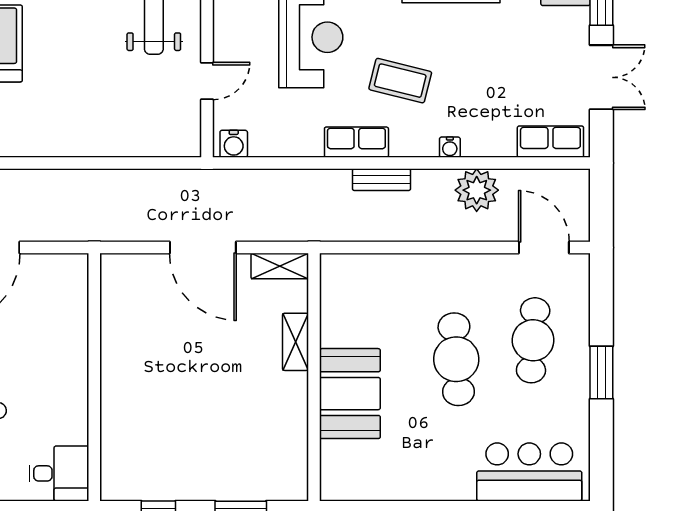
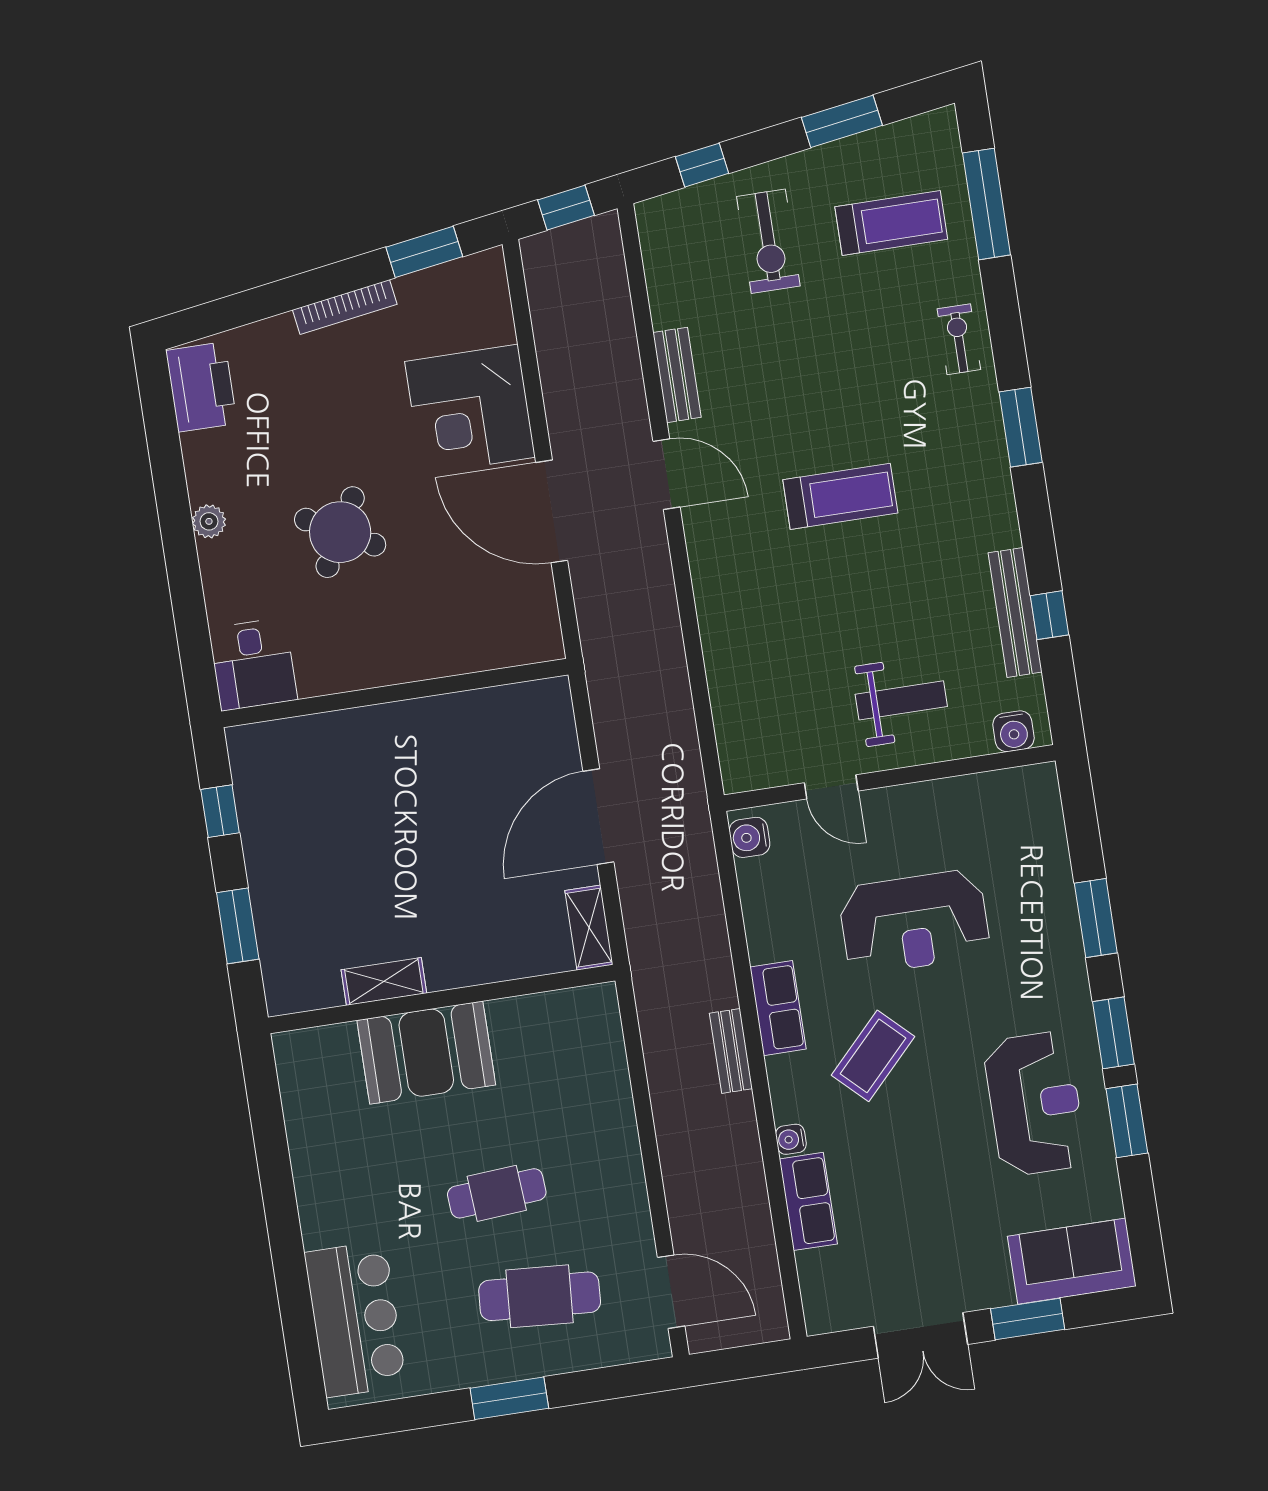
coffee table: (400, 81) -> (873, 1056), turned 30
row of seats: (550, 142) -> (808, 1201), moved
plant: (477, 190) -> (737, 1186), removed
door: (544, 248) -> (671, 1292), hinge flipped
shelving: (296, 342) -> (384, 982), moved
cafe table: (456, 359) -> (497, 1193), width x0.73, depth x0.74

